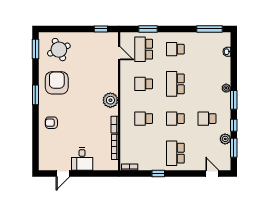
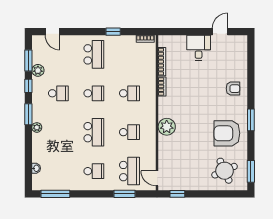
door: (119, 53) -> (157, 178), moved
armchair: (57, 83) -> (227, 133), turned 90
plant: (110, 100) -> (167, 127), moved

